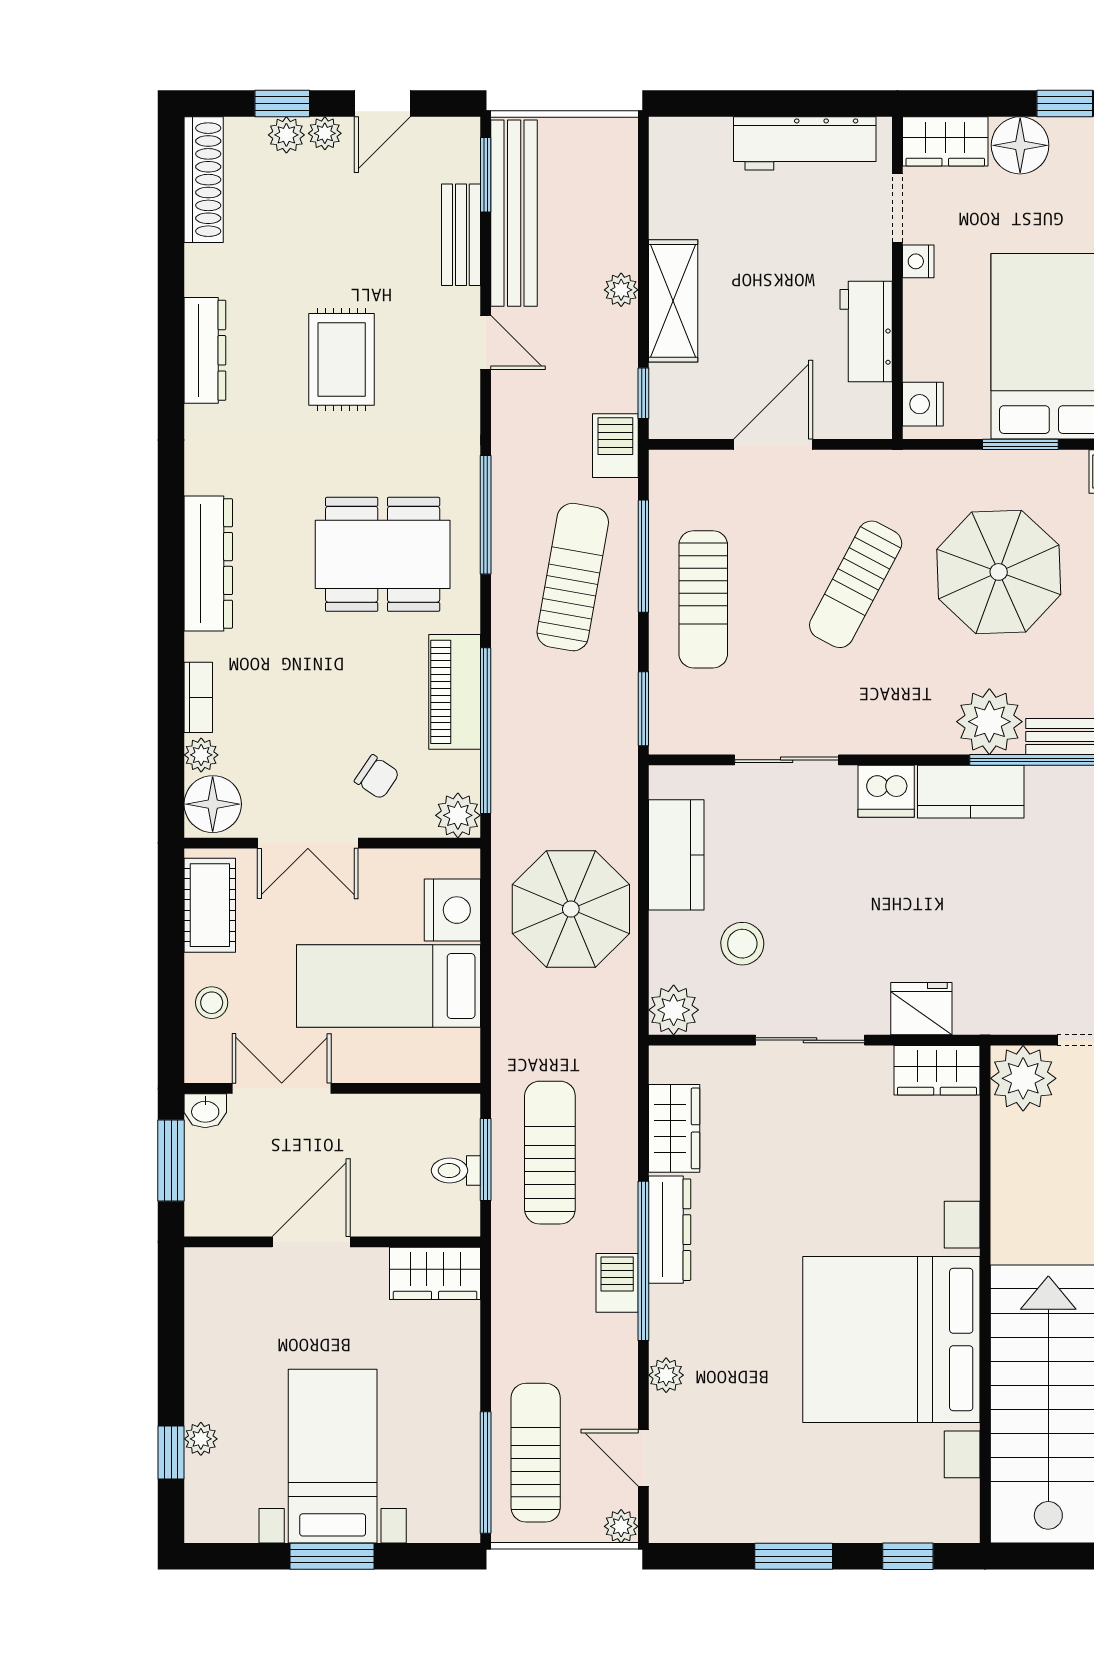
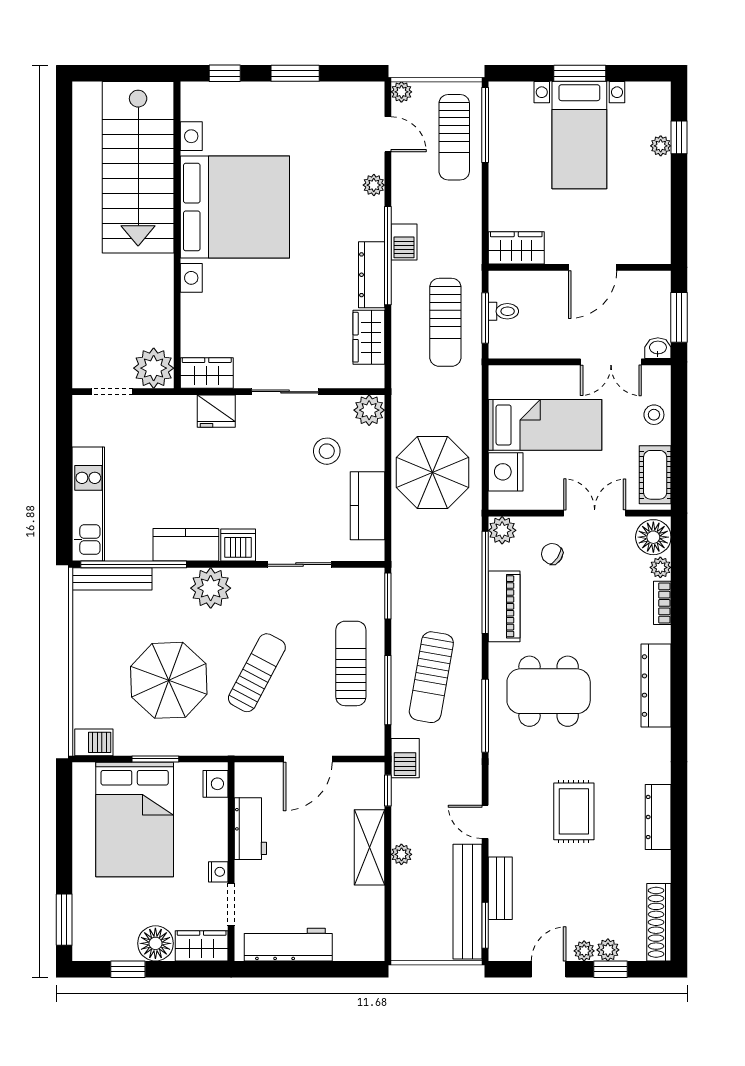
plant: (989, 722) -> (211, 588), moved

